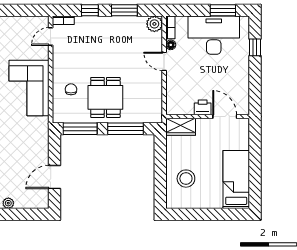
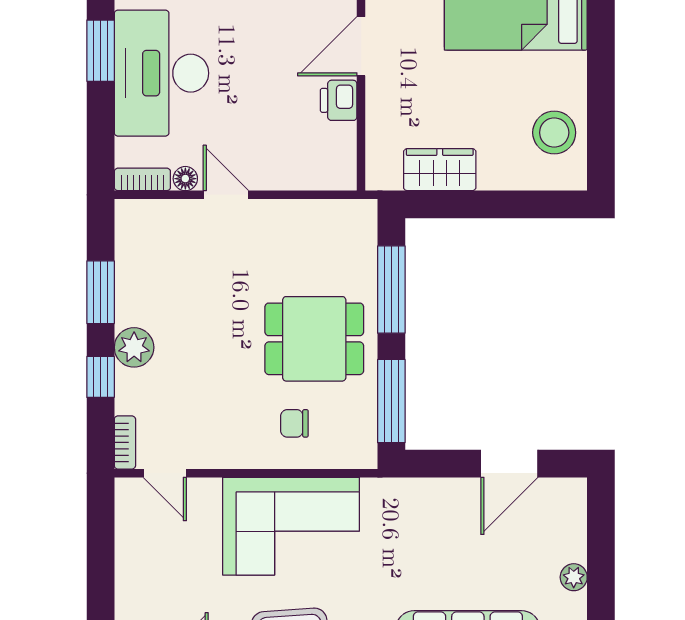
plant: (154, 24) -> (134, 347), moved
door: (164, 61) -> (226, 195), swing flipped
wardrobe: (181, 127) -> (440, 170), moved, turned -90
door: (55, 177) -> (509, 464), hinge flipped
stool: (186, 179) -> (554, 133), moved

